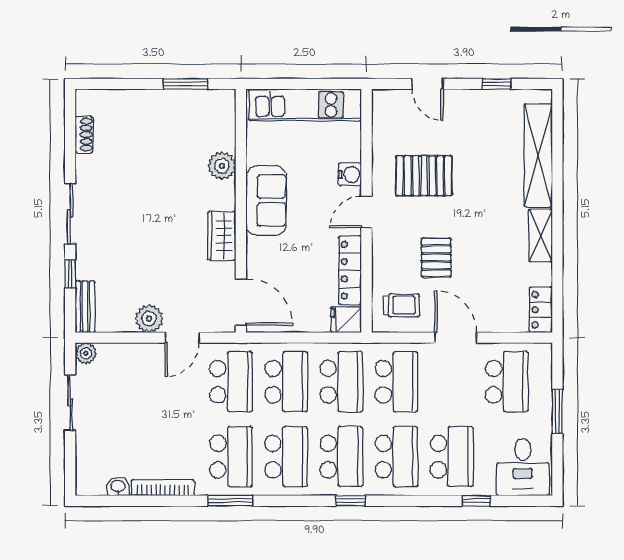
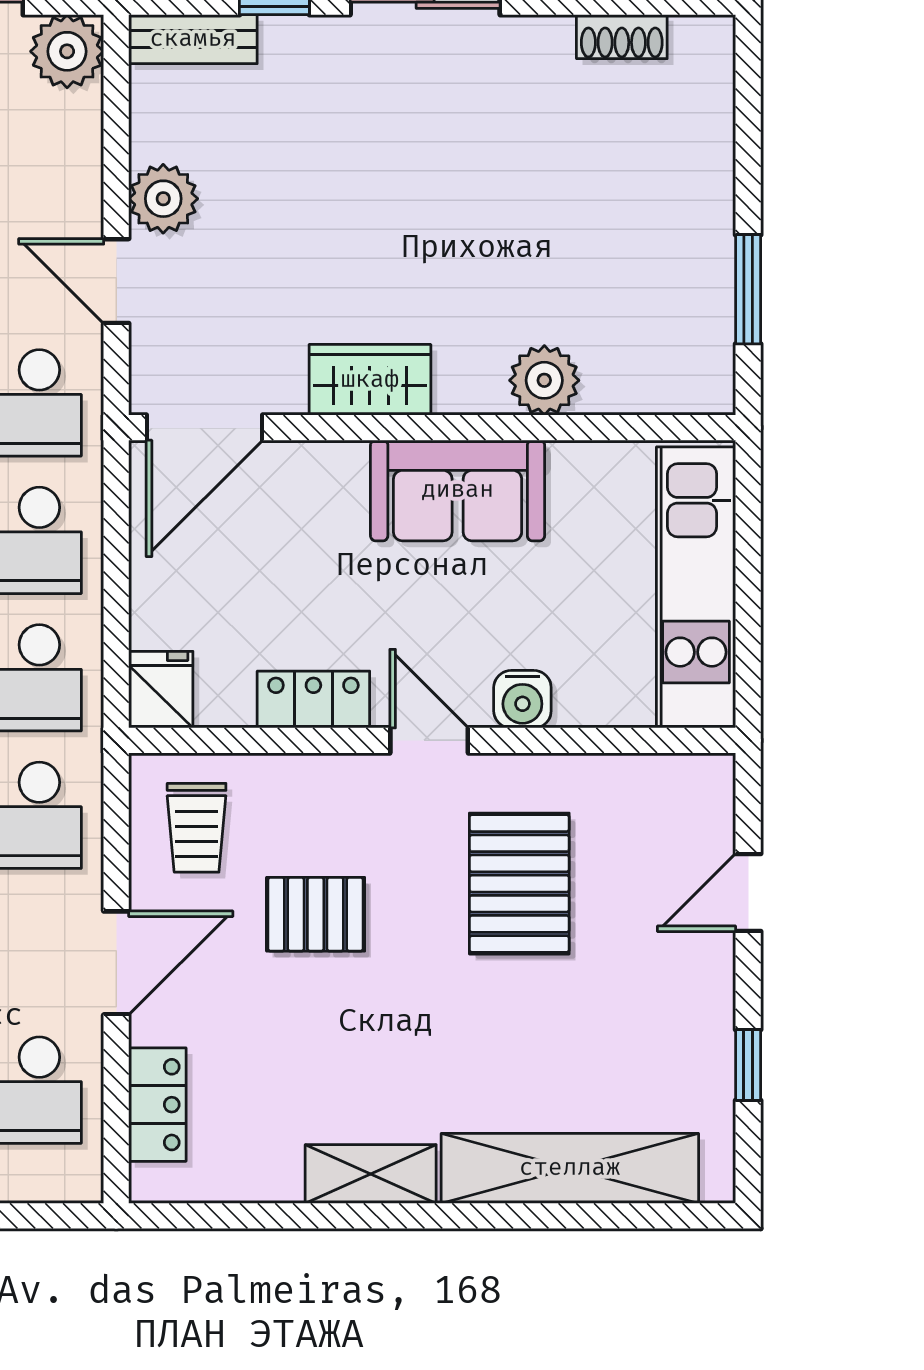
locker: (350, 270) -> (313, 700), width x0.66
locker: (541, 310) -> (157, 1105), moved, turned 90
plant: (86, 353) -> (67, 51), width x1.38, depth x1.38

